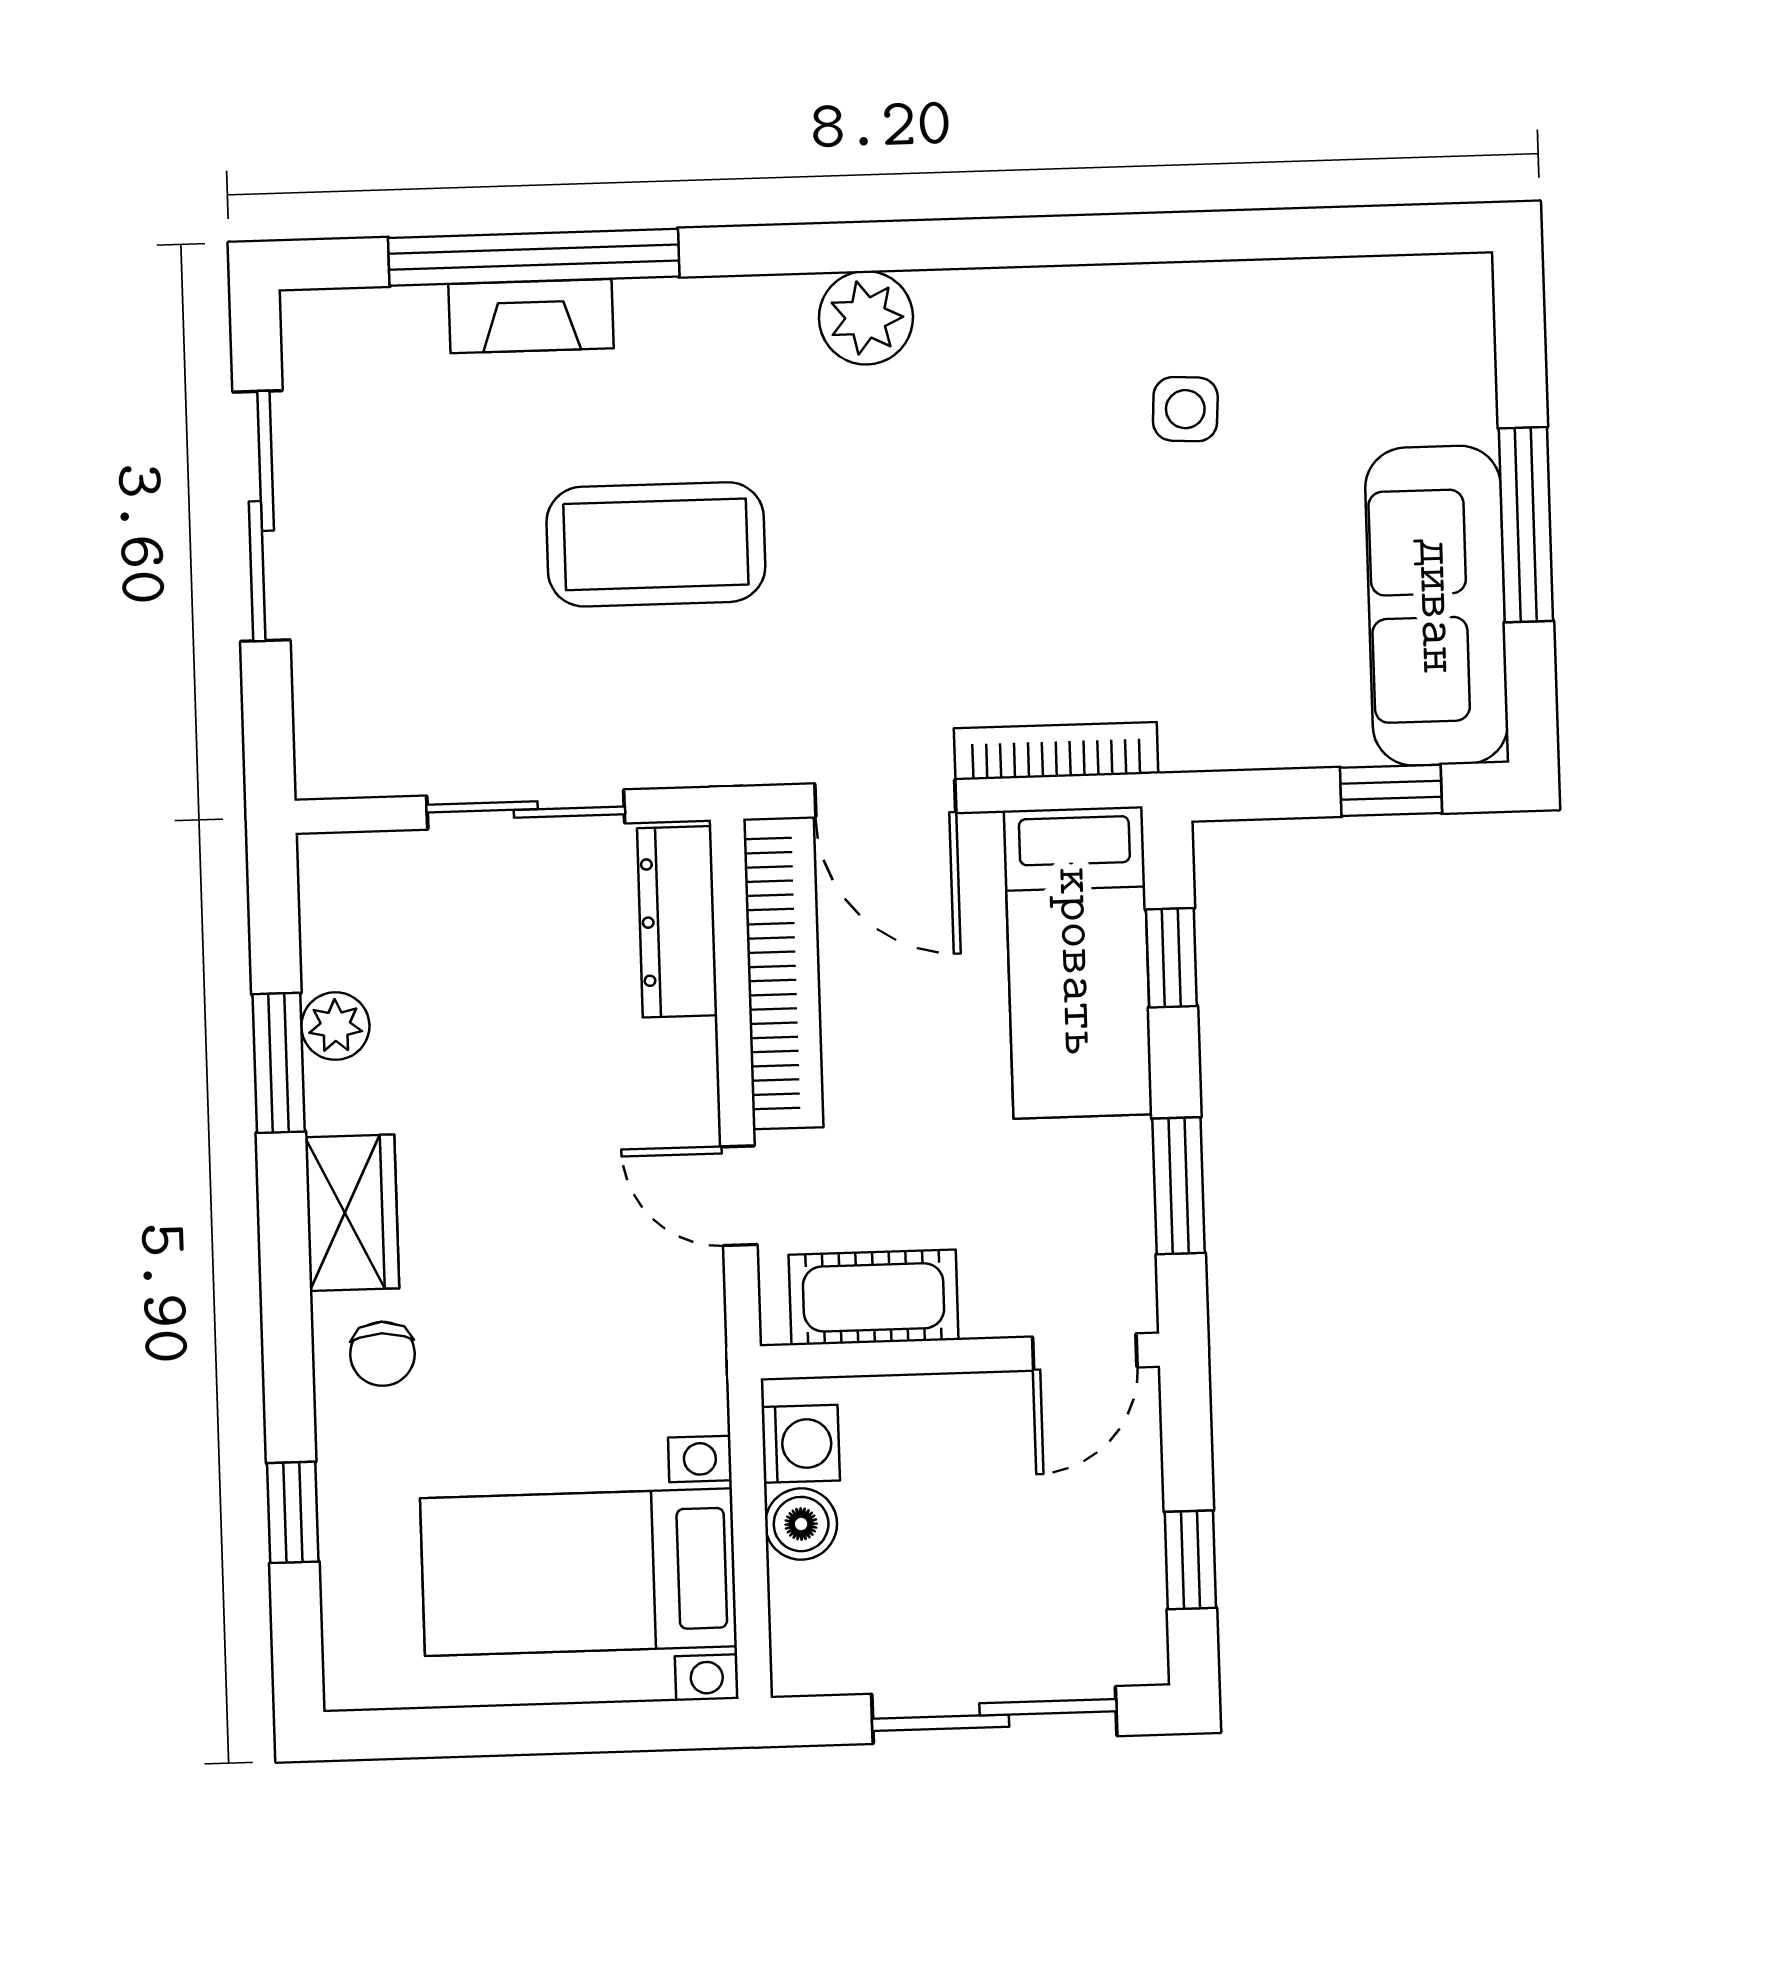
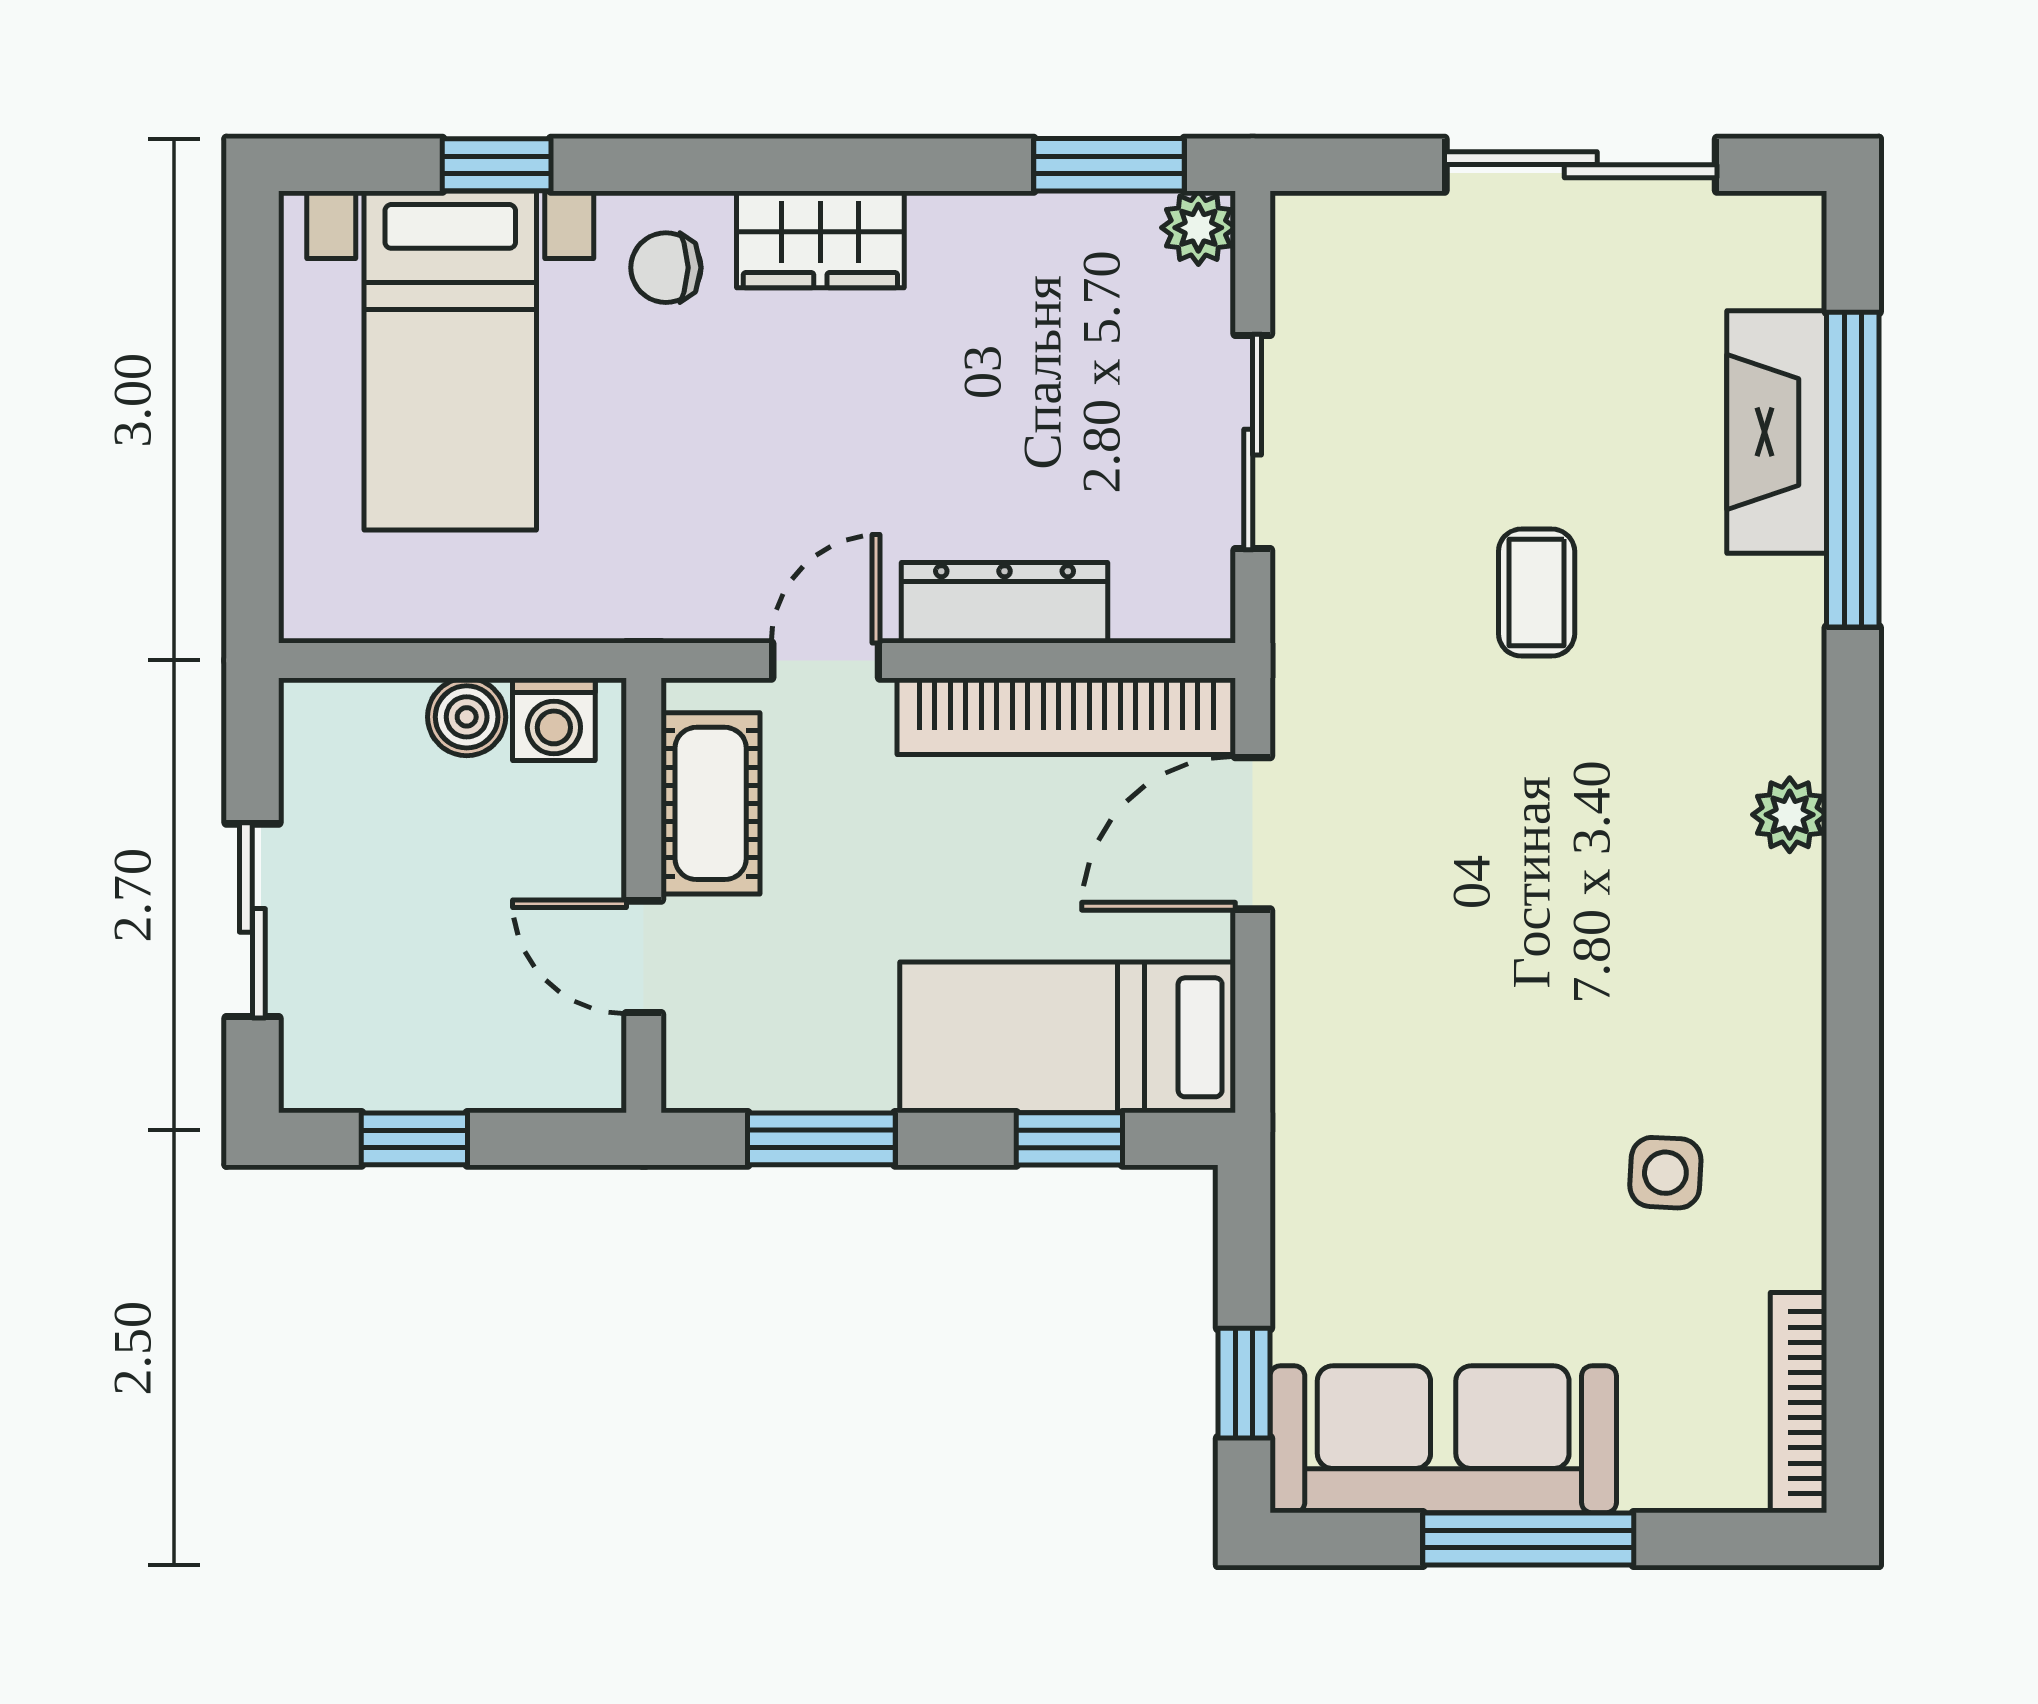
fireplace: (531, 316) -> (1777, 432), width x1.37, depth x1.32
plant: (866, 318) -> (1790, 815), width x0.73, depth x0.73
coffee table: (656, 544) -> (1537, 593), width x0.54, depth x0.58
bookcase: (1056, 751) -> (1798, 1403), moved, turned 180
dresser: (677, 922) -> (1005, 603), moved
plant: (335, 1026) -> (1198, 228), moved
window: (279, 1063) -> (1109, 165), moved
door: (1085, 1352) -> (644, 957), moved
bed with nightstands: (579, 1572) -> (450, 360), moved, turned 180
sliding door: (994, 1715) -> (252, 920), width x0.73

